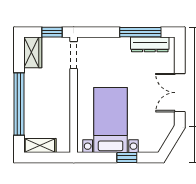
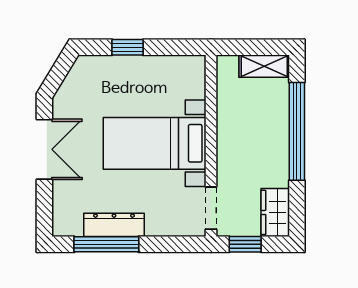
dresser: (150, 44) -> (114, 225), moved
bed with nightstands: (111, 120) -> (155, 143), moved, turned 90

